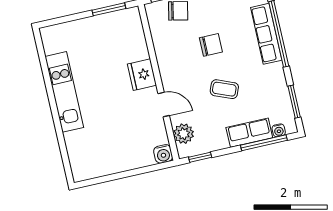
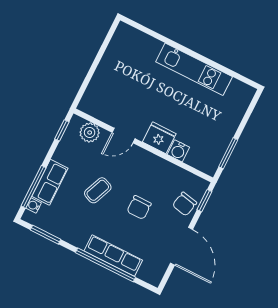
water cooler: (163, 154) -> (178, 151), moved, turned -90

